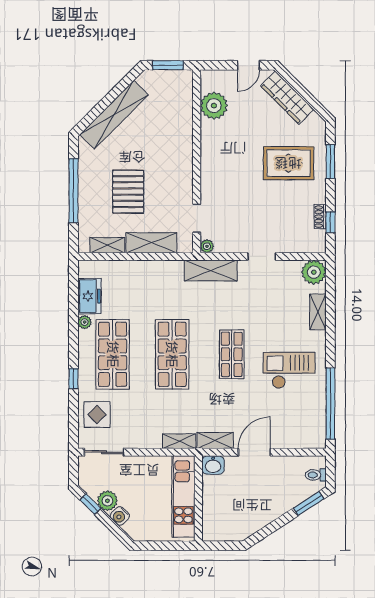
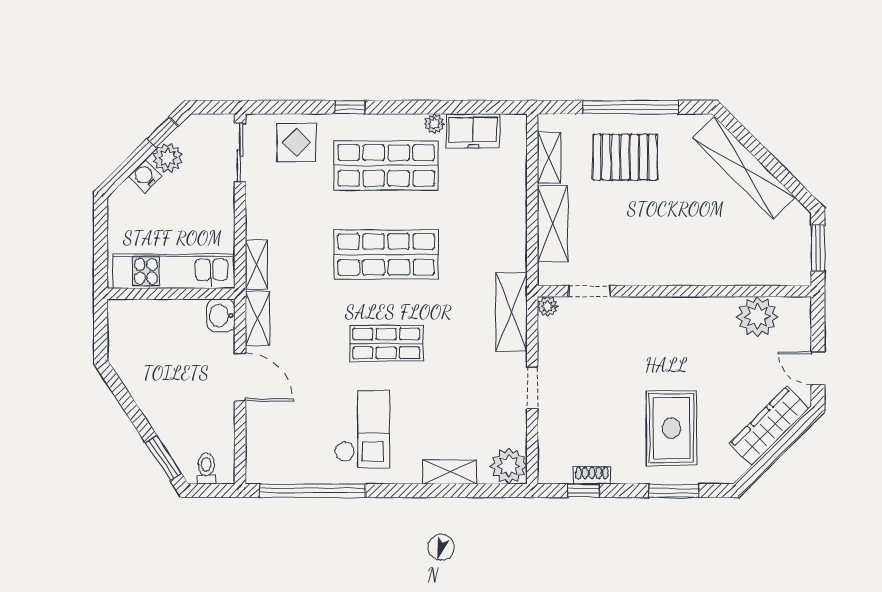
pallet: (128, 192) -> (625, 157), moved

